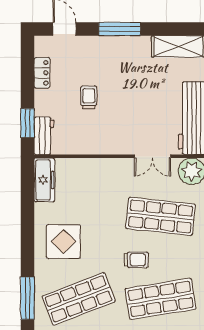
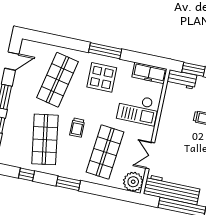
checkout: (95, 185) -> (138, 109), added
window: (27, 298) -> (105, 51), moved
shop shelf: (79, 299) -> (58, 80), turned 33

